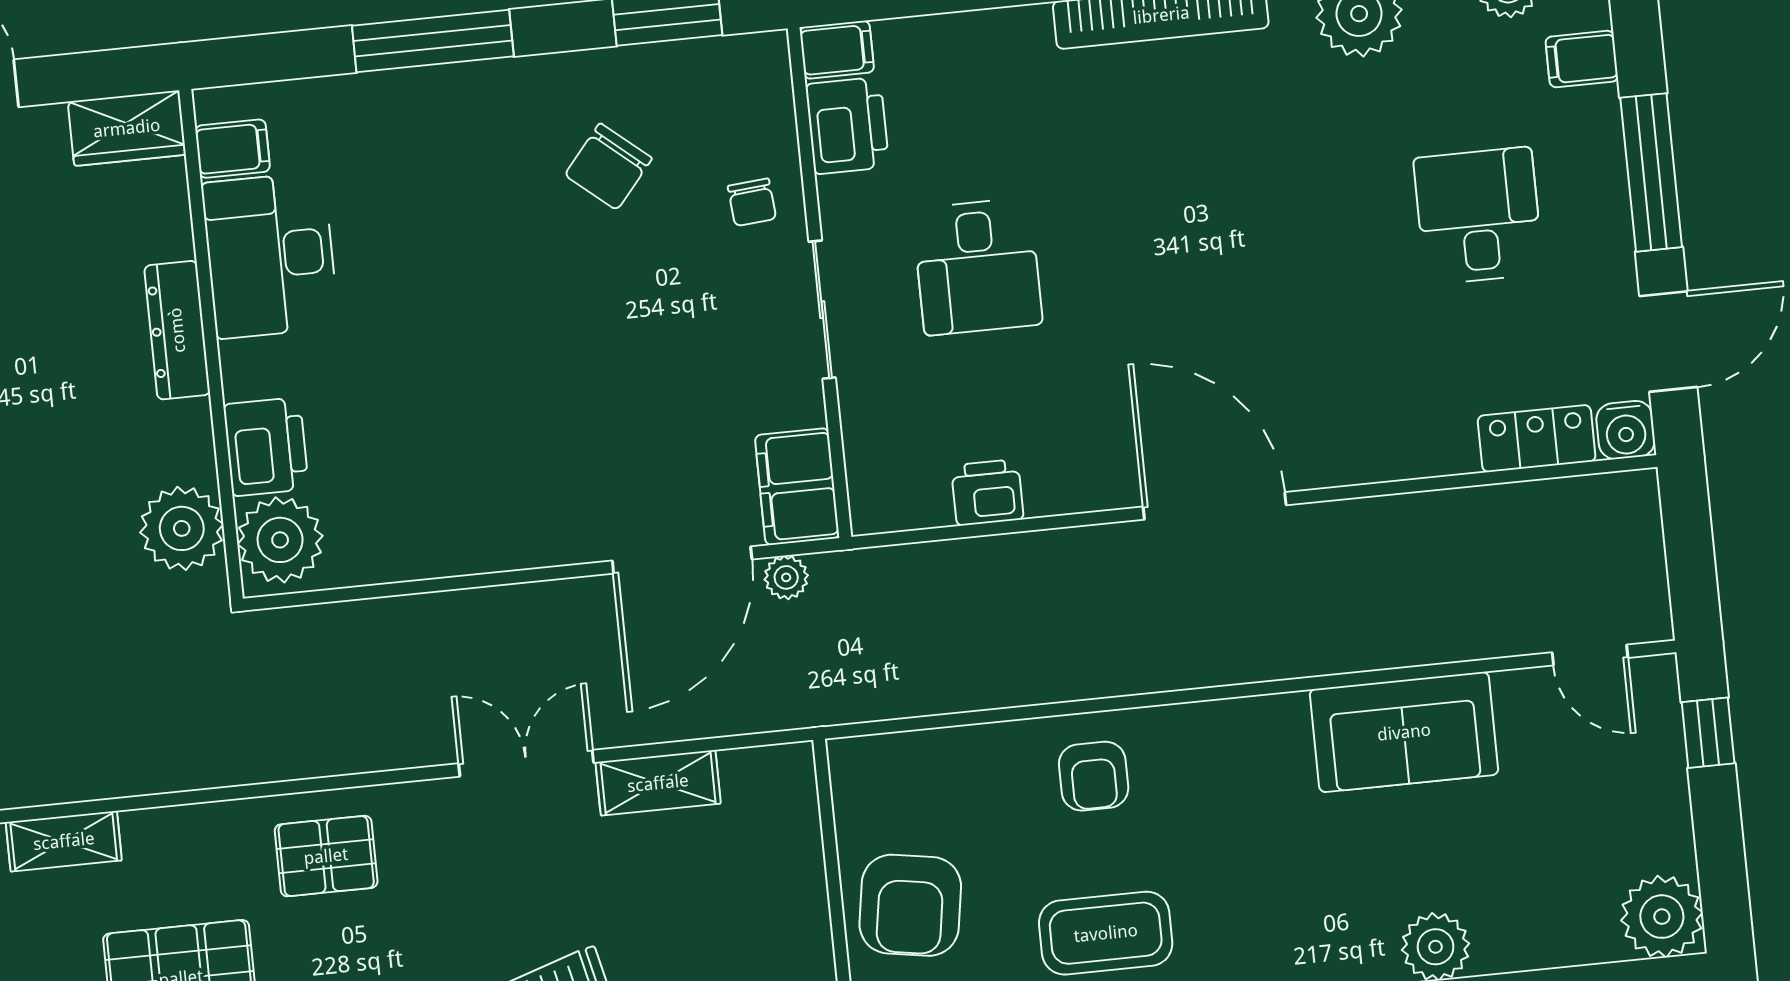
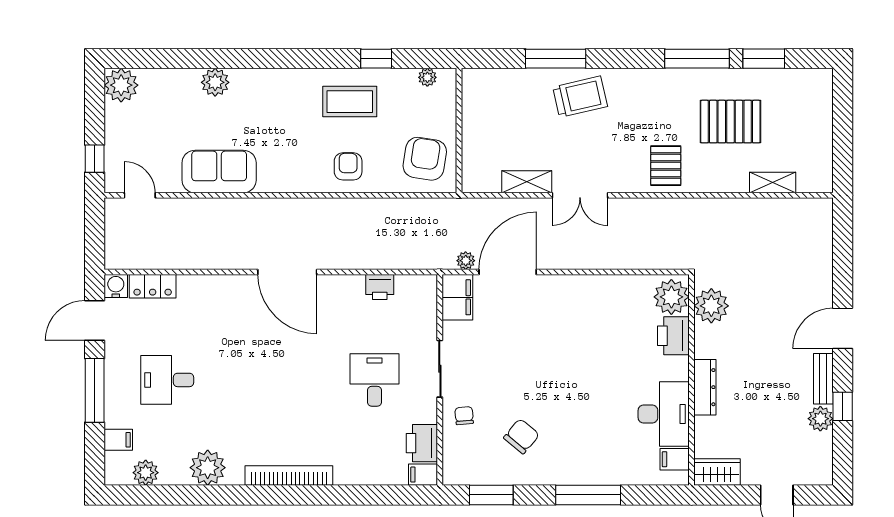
desk: (1478, 216) -> (167, 380), turned 90
pallet: (326, 856) -> (666, 166), turned 90
armchair: (910, 905) -> (425, 159), moved

